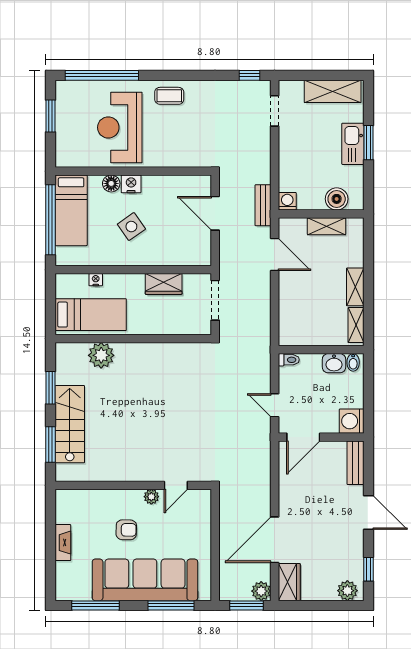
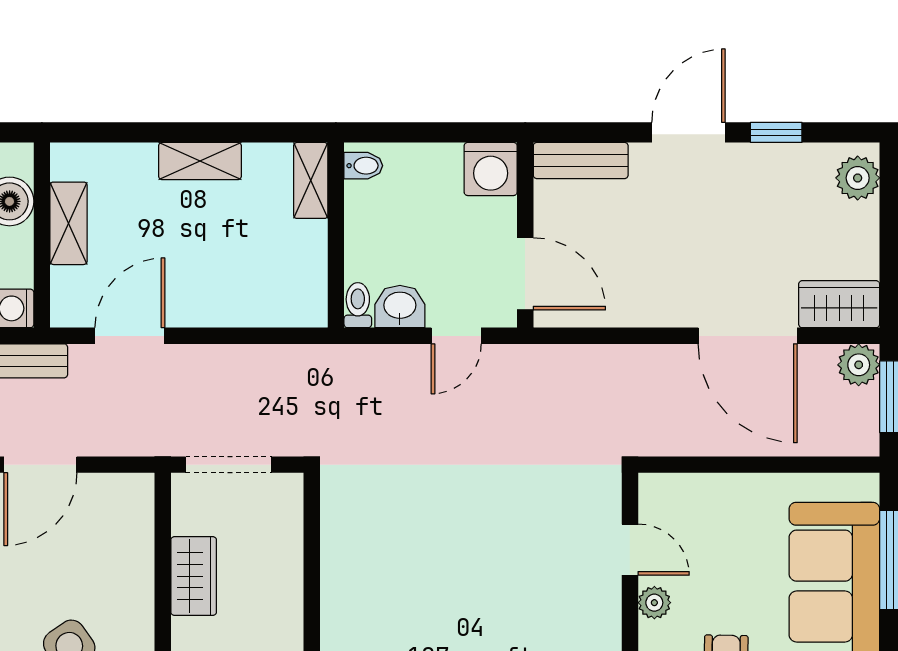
shelving: (356, 325) -> (311, 180), moved, turned 90
washbasin: (334, 363) -> (400, 307), moved, turned -90
window: (369, 569) -> (776, 132), moved

